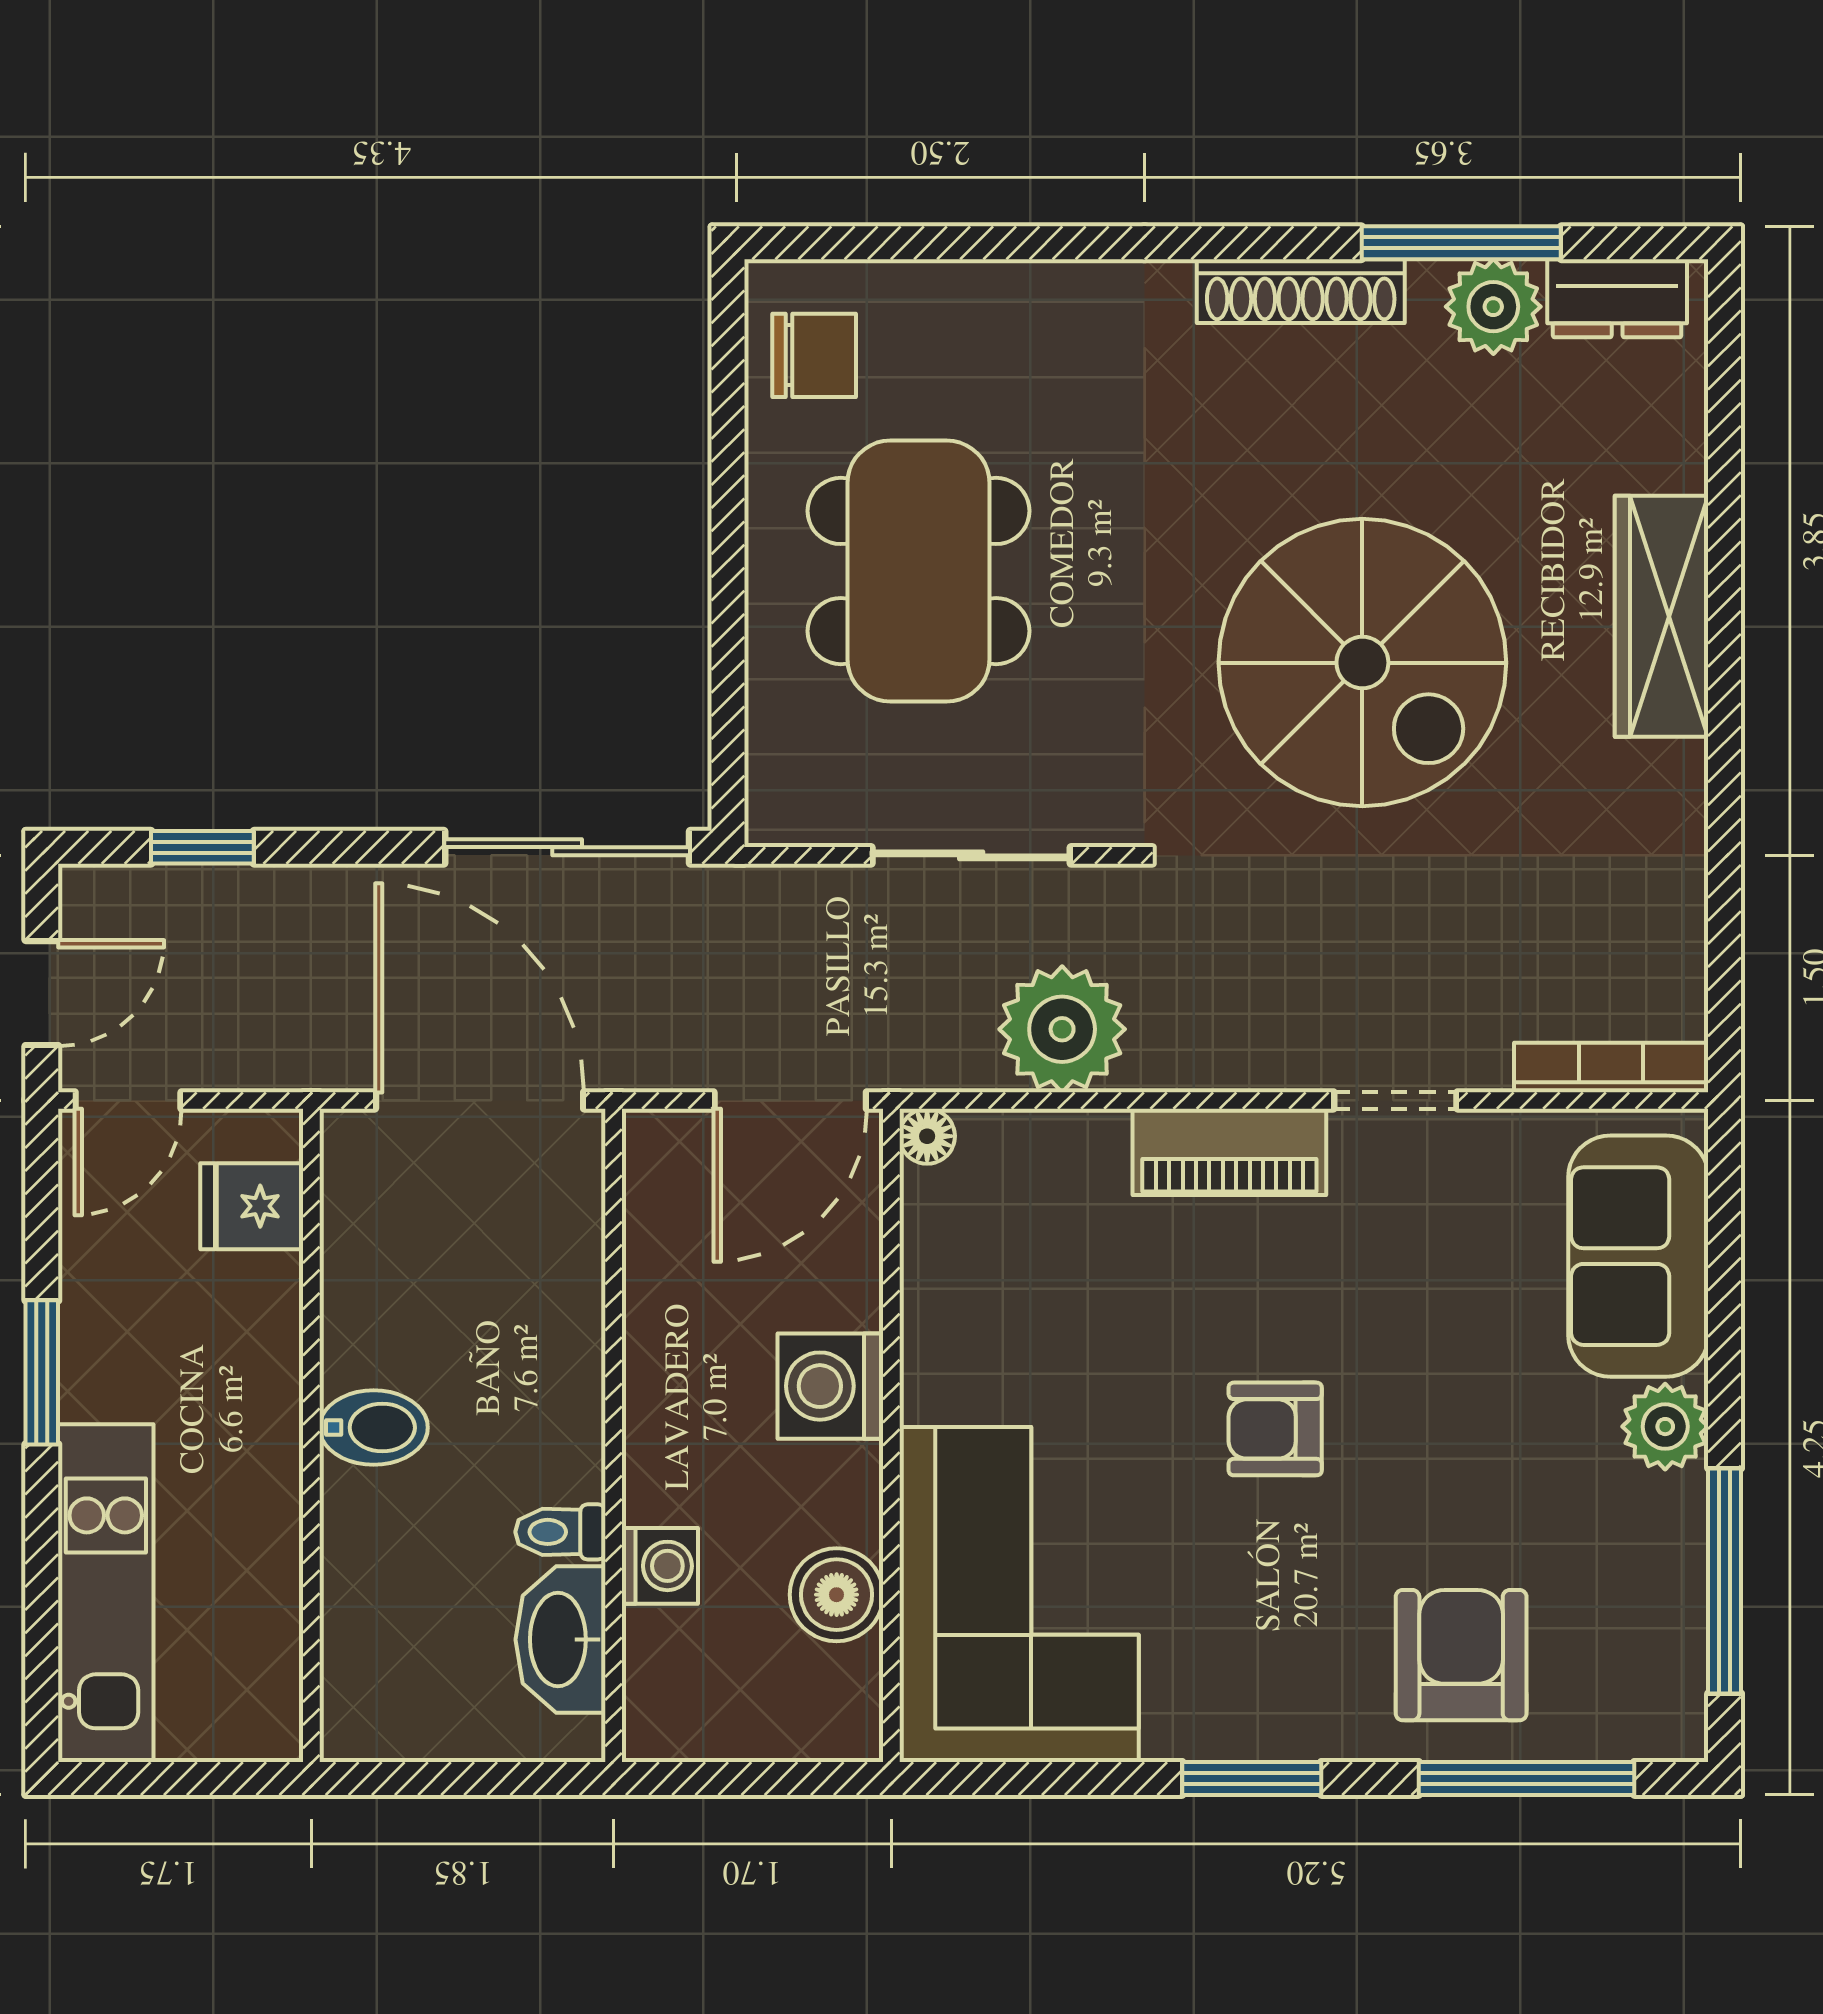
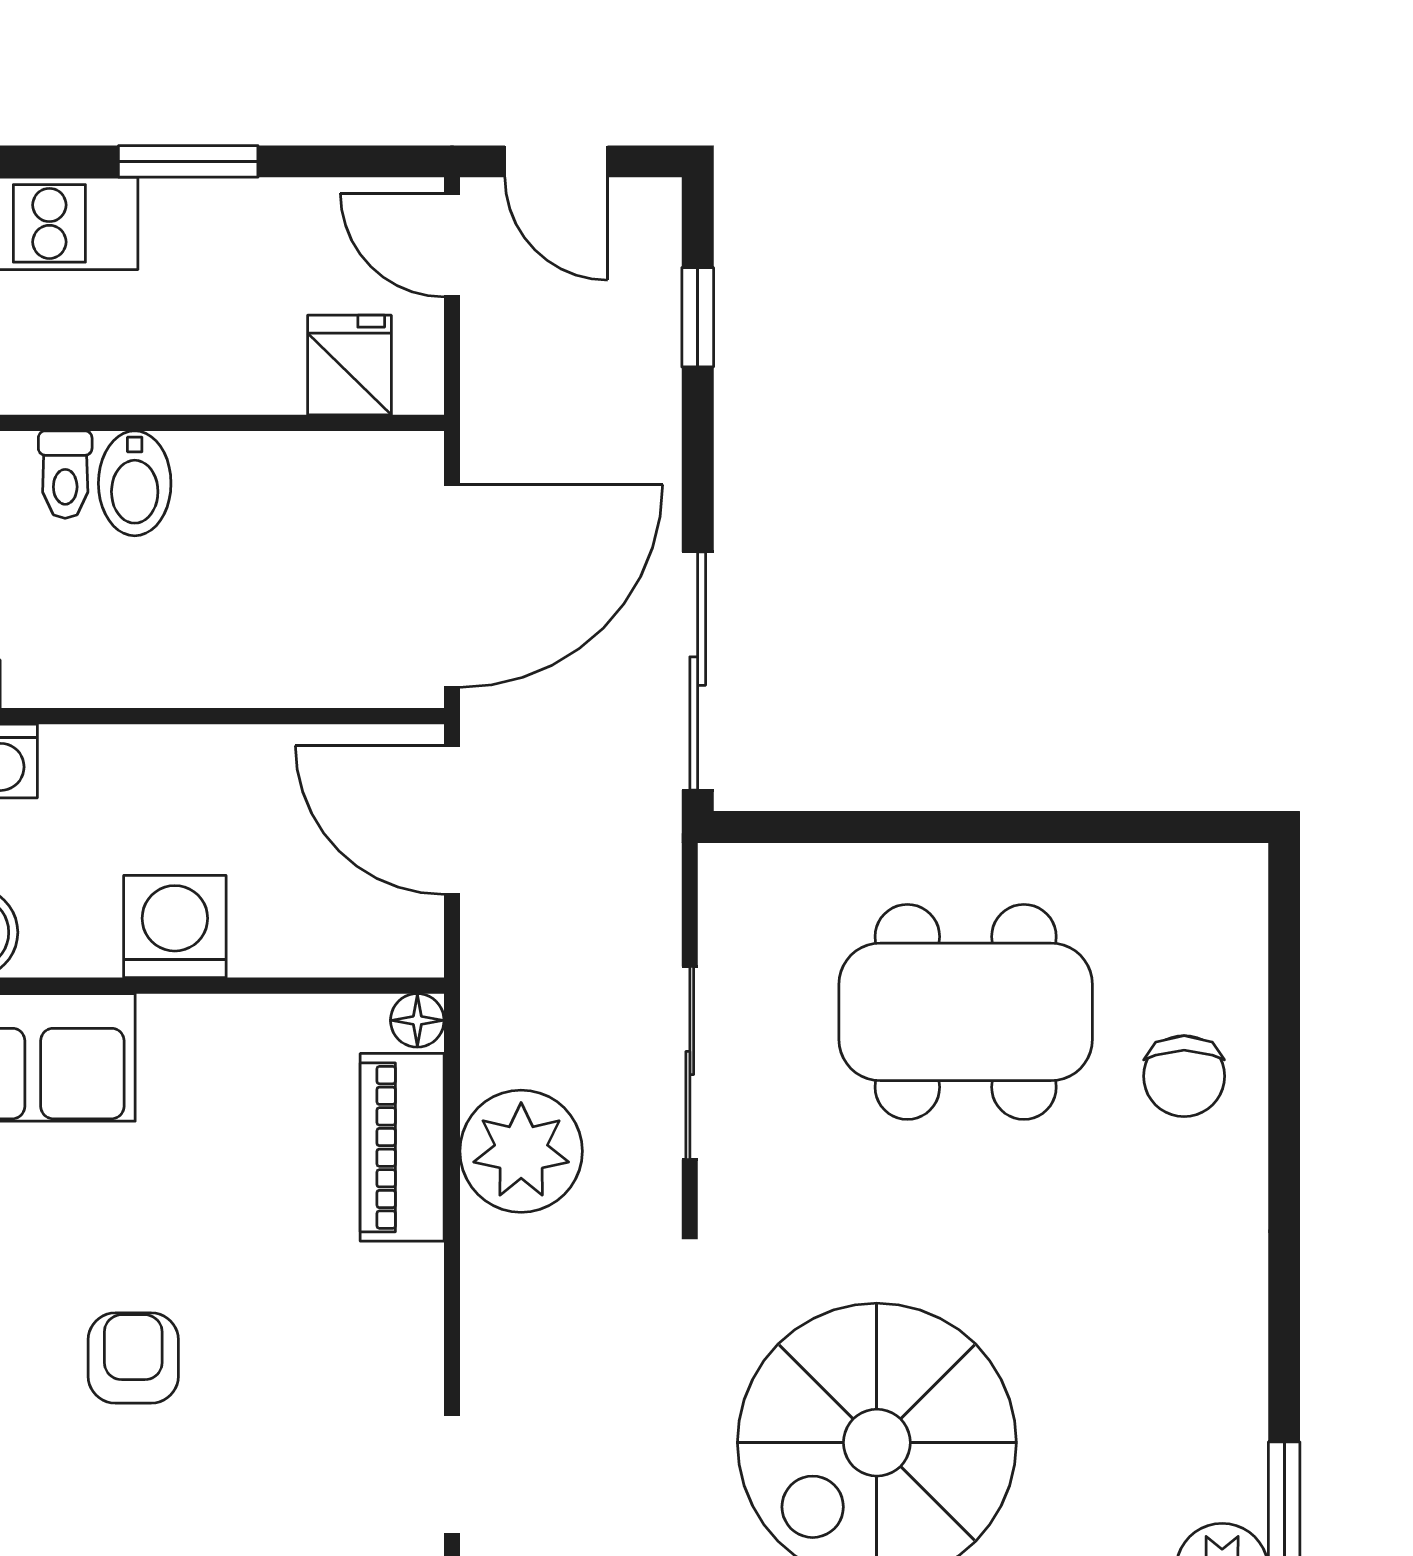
shoe rack: (1301, 291) -> (1237, 1383), removed
chair: (814, 355) -> (1184, 1076), moved
door: (790, 1100) -> (452, 820), moved
piano: (1229, 1152) -> (402, 1147), moved
toilet: (560, 1532) -> (65, 475), moved, turned 180

